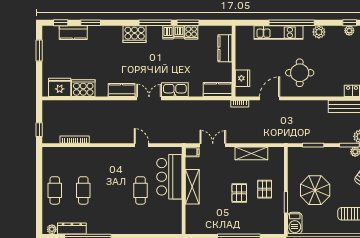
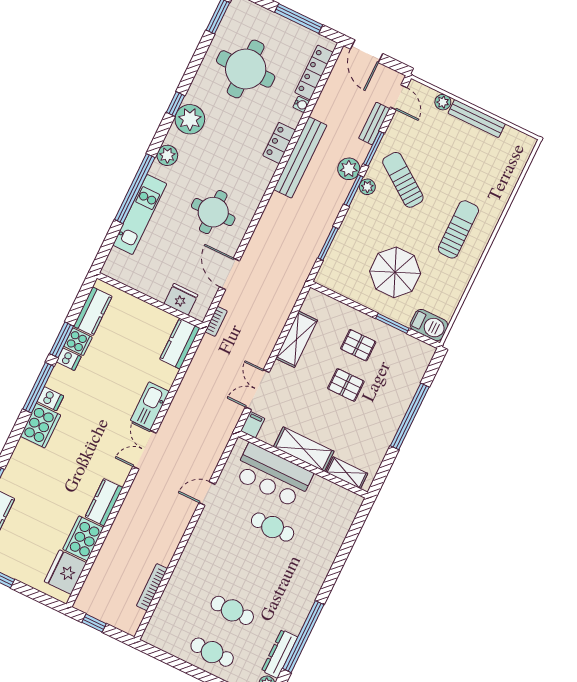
plant: (349, 31) -> (190, 119), width x1.88, depth x1.88
dishwasher: (168, 32) -> (50, 399), moved
kitchen counter: (225, 48) -> (93, 311), moved, turned -90
kitchen counter: (122, 90) -> (104, 502), moved
window: (39, 130) -> (94, 623), moved
shelving: (191, 217) -> (347, 473), added

